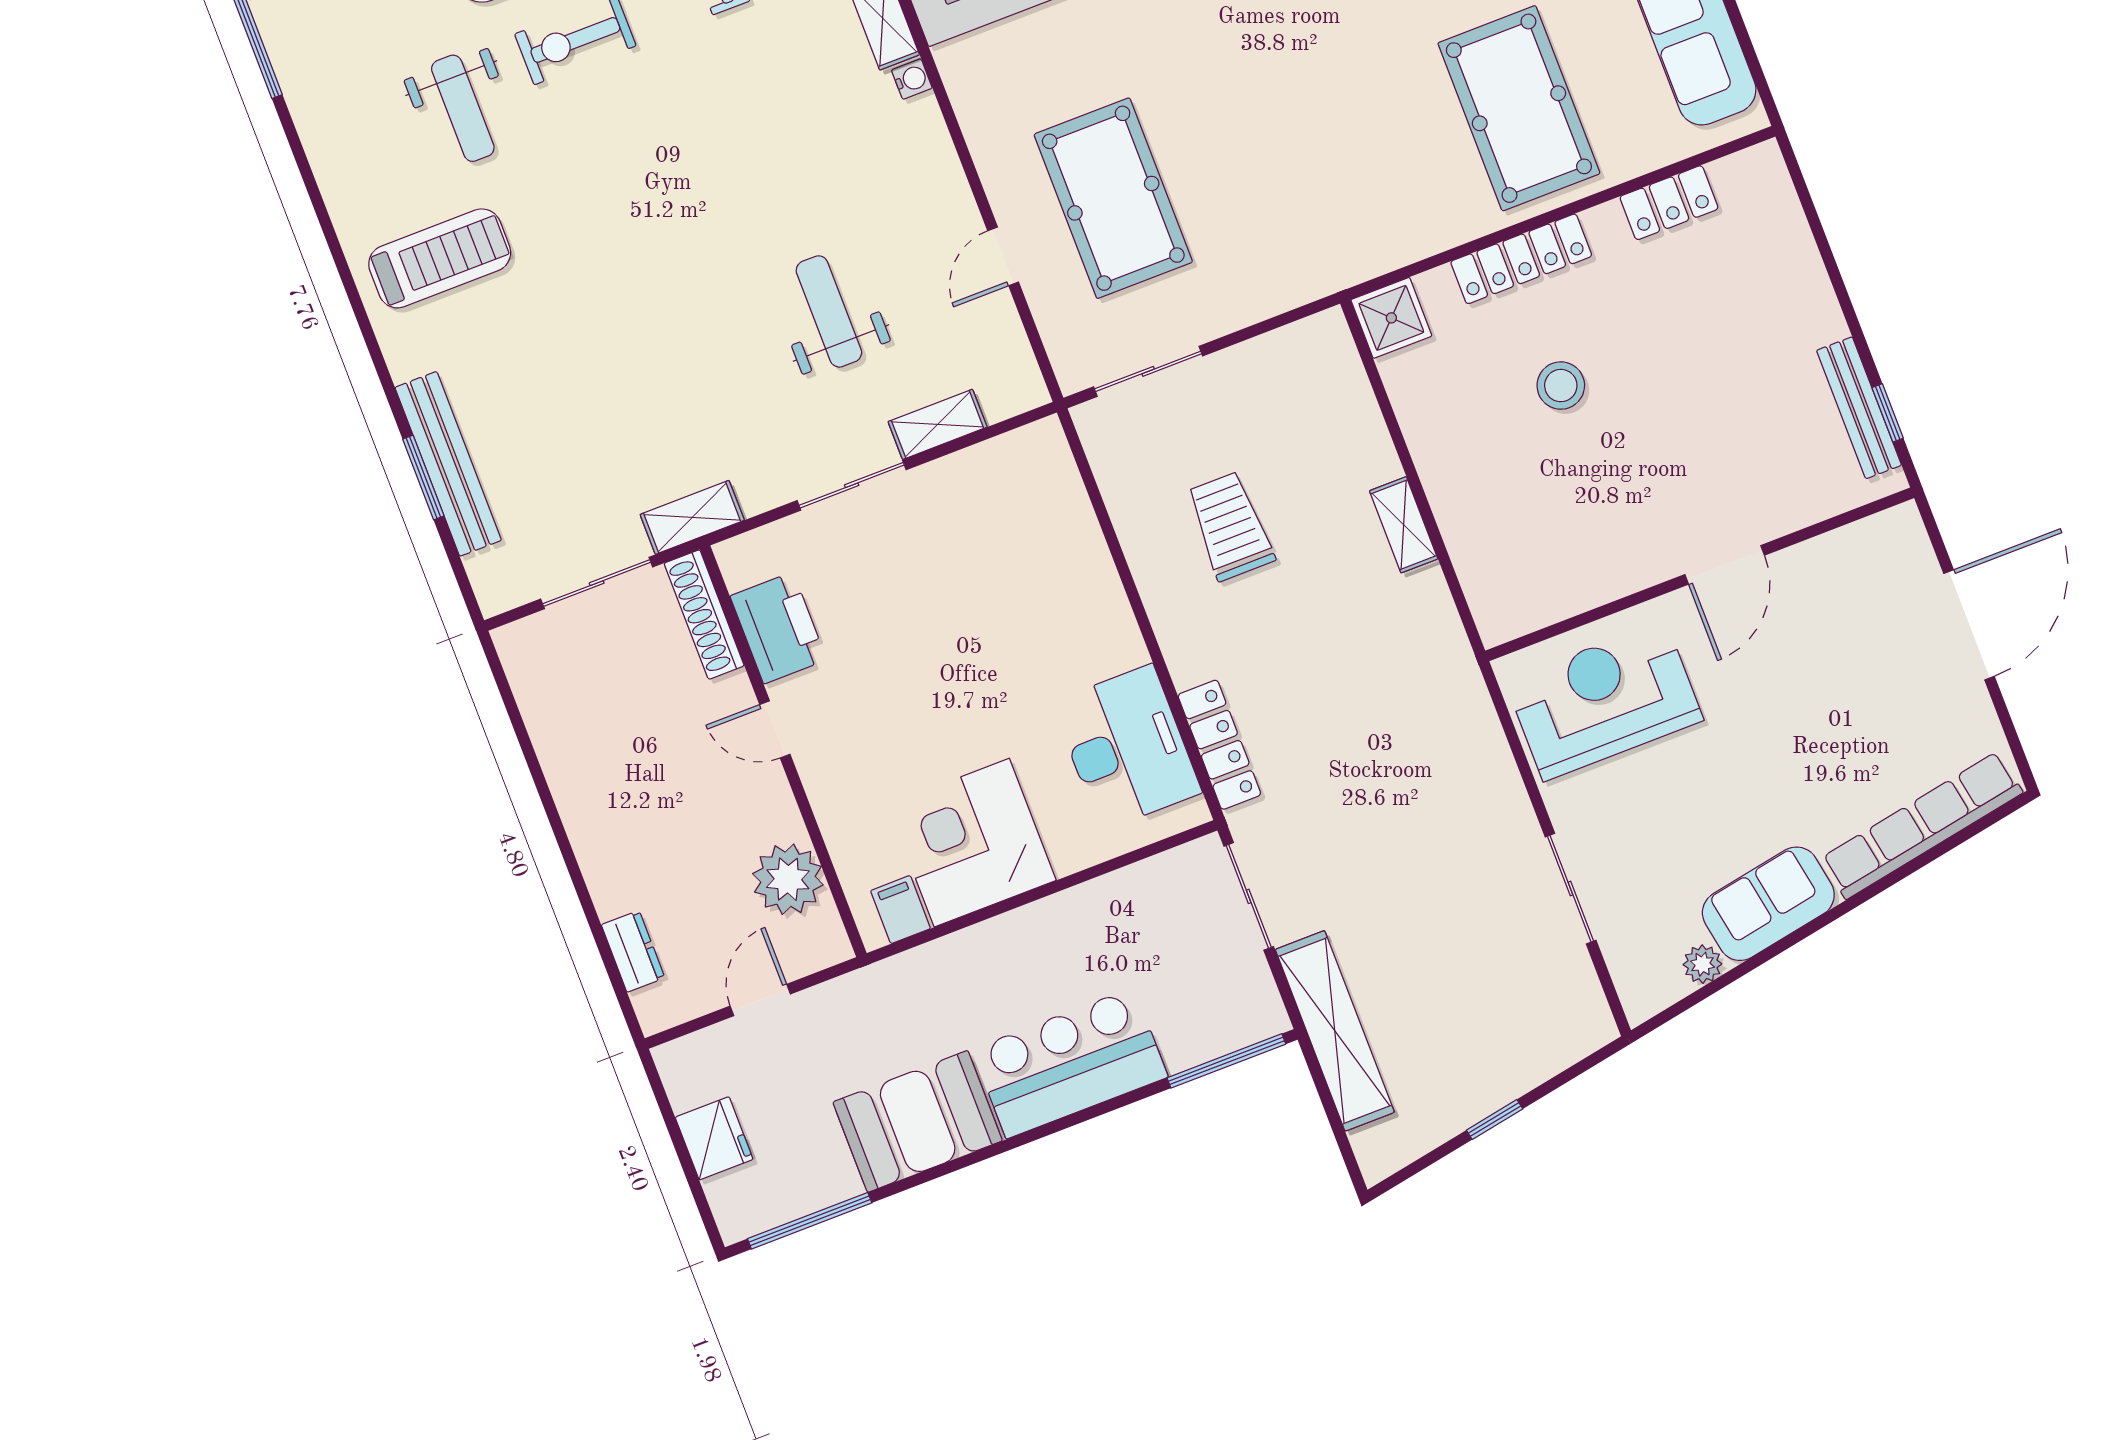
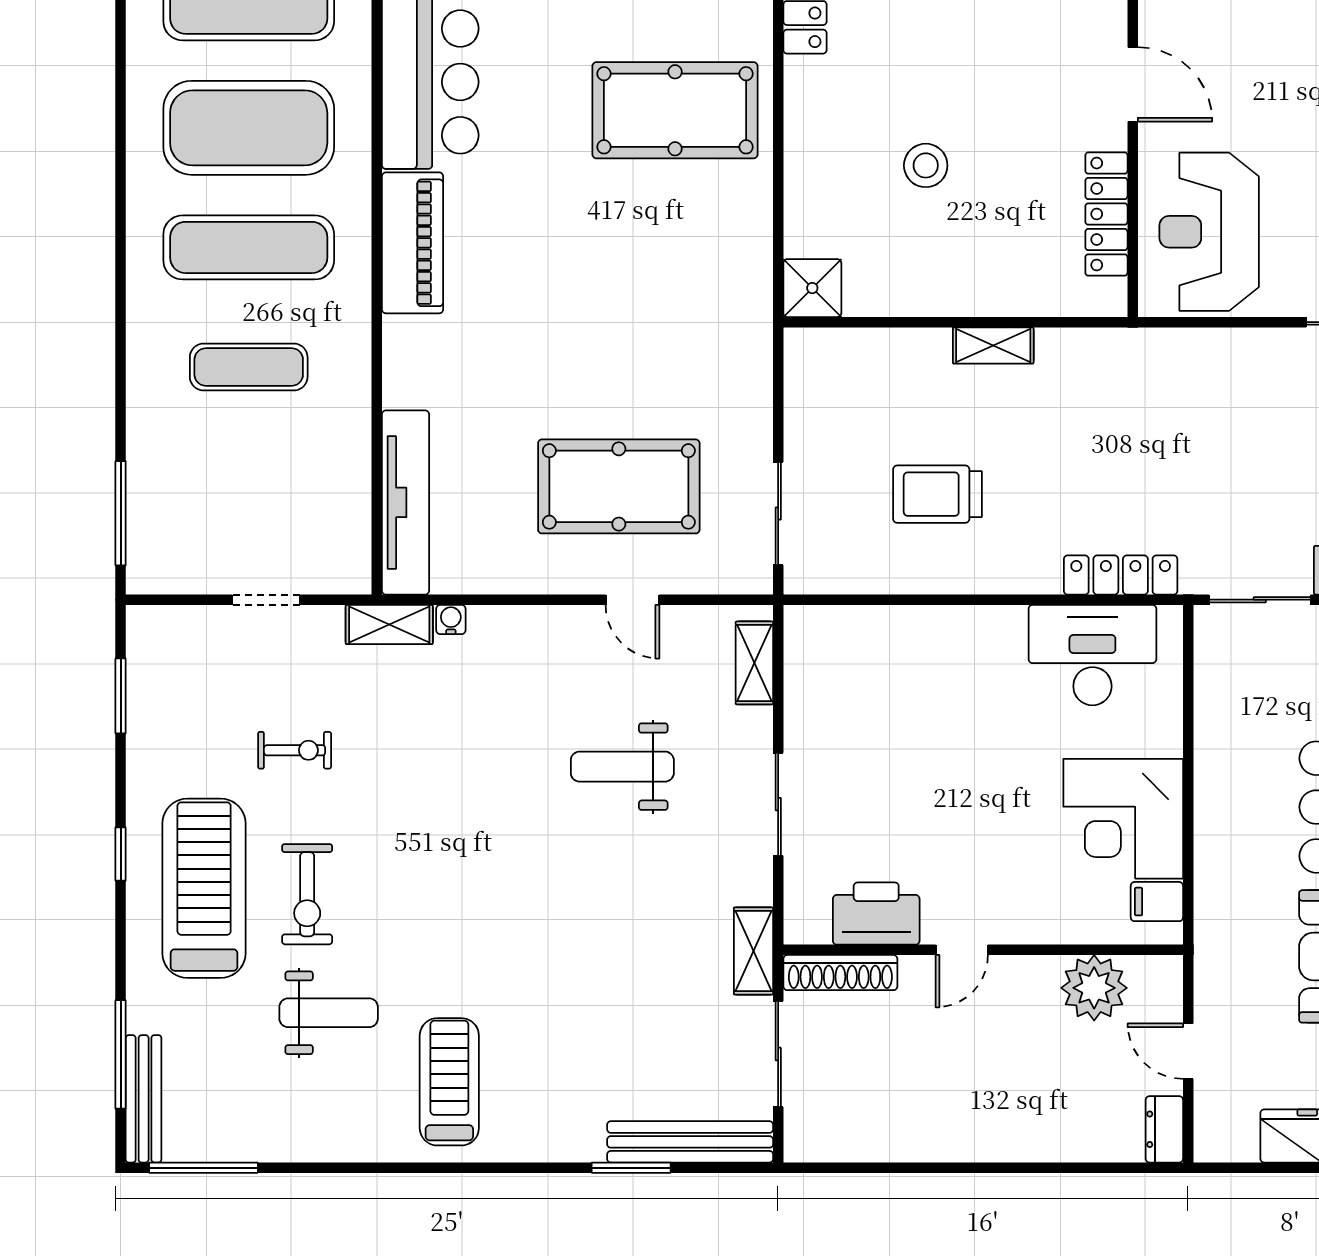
locker: (1521, 259) -> (1106, 214), moved, turned 180
shelving: (938, 424) -> (754, 663), moved
bench: (448, 464) -> (690, 1142), moved
dresser: (633, 951) -> (1164, 1129), moved, turned -90

